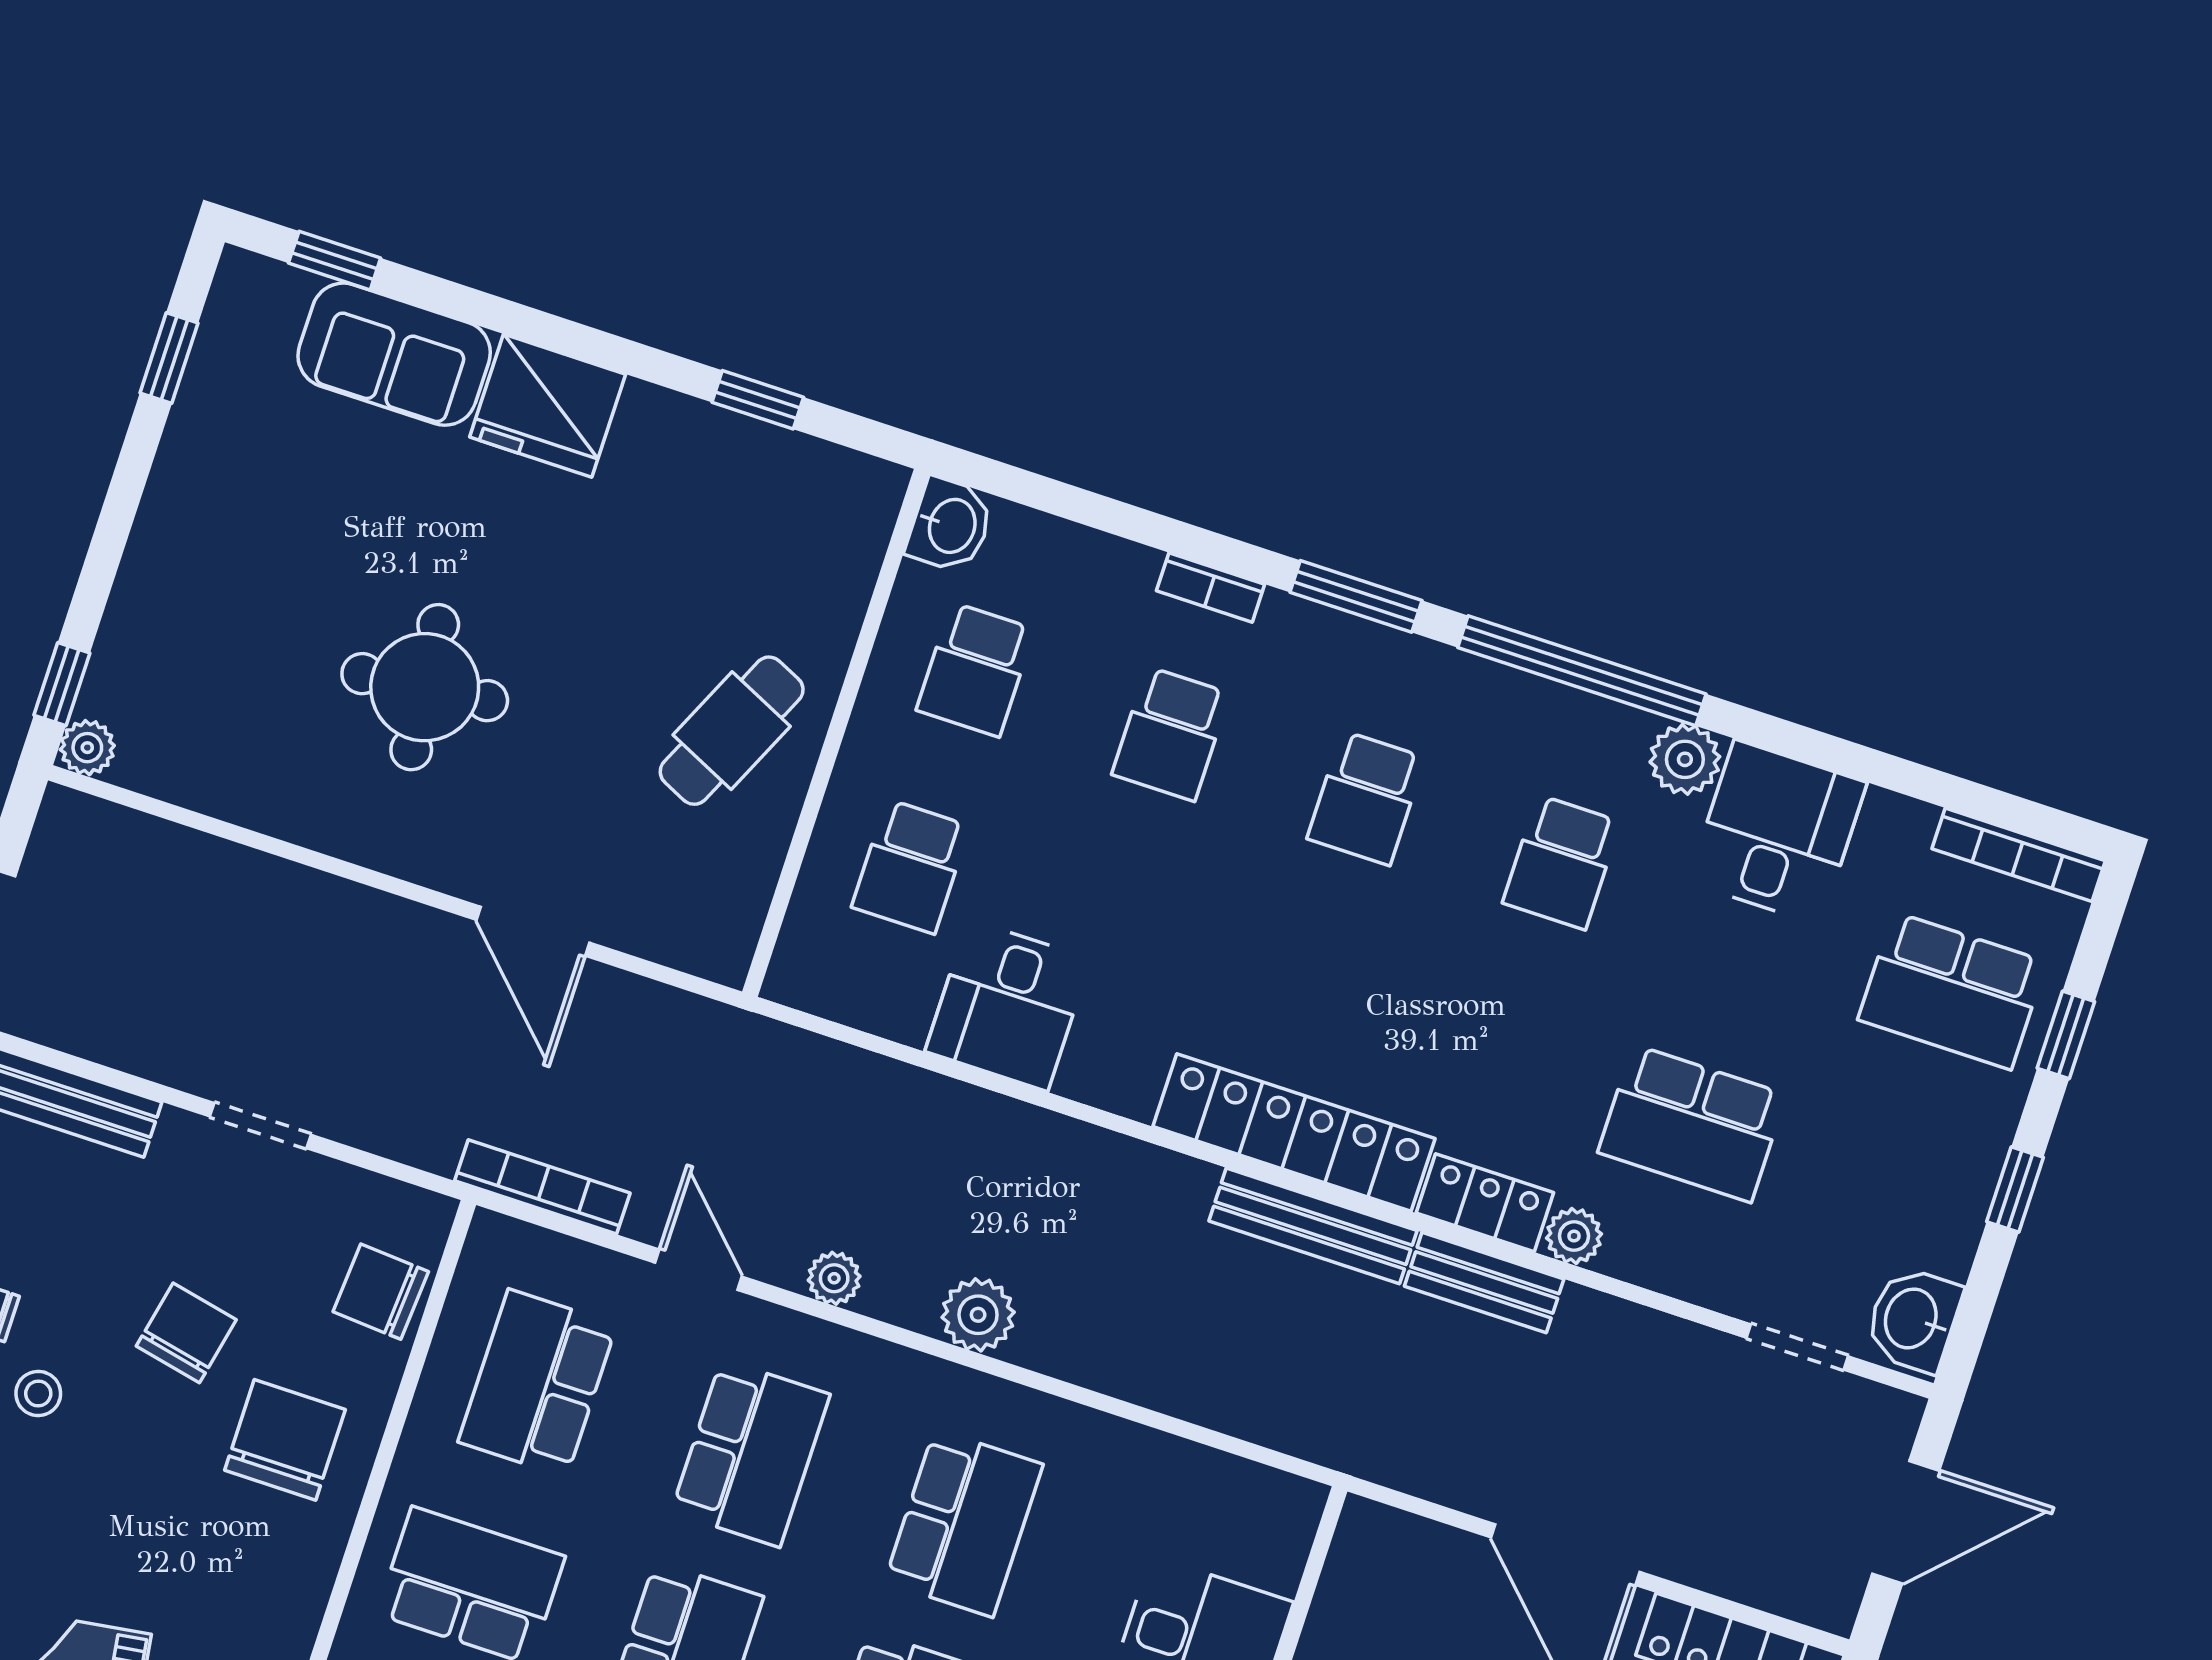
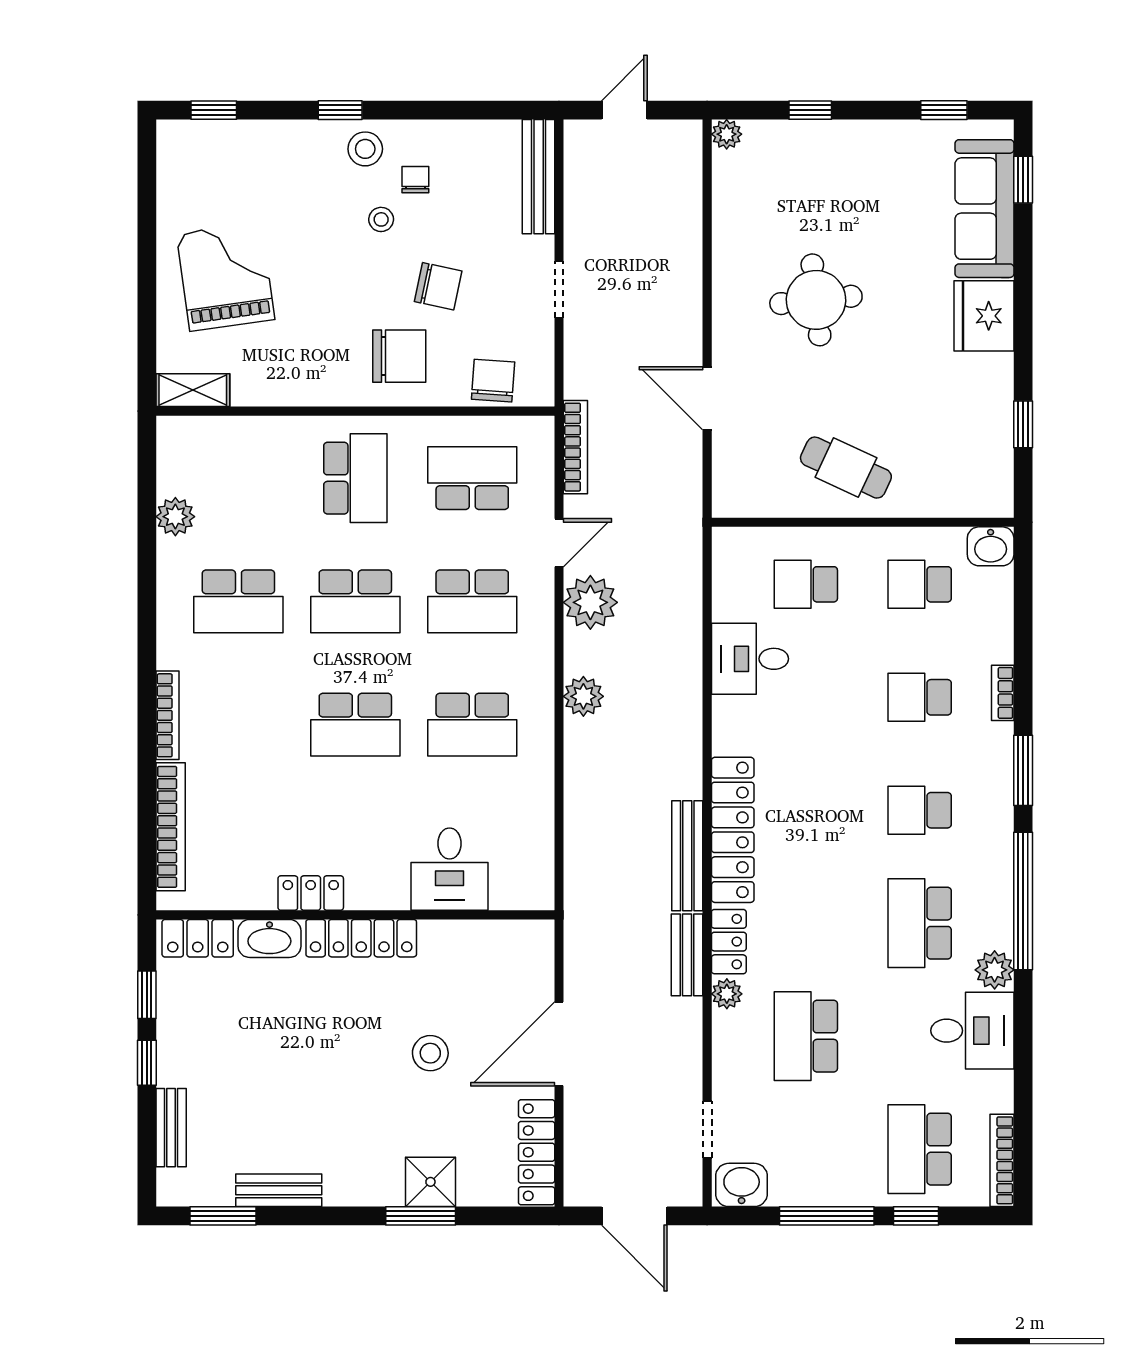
sofa: (394, 354) -> (984, 209), width x1.36
window: (62, 684) -> (810, 110), moved
school desk: (1562, 862) -> (920, 923), width x1.85
door: (533, 931) -> (707, 398), hinge flipped
window: (2015, 1190) -> (827, 1216), width x2.17
plant: (834, 1278) -> (590, 602), width x1.87, depth x1.87

